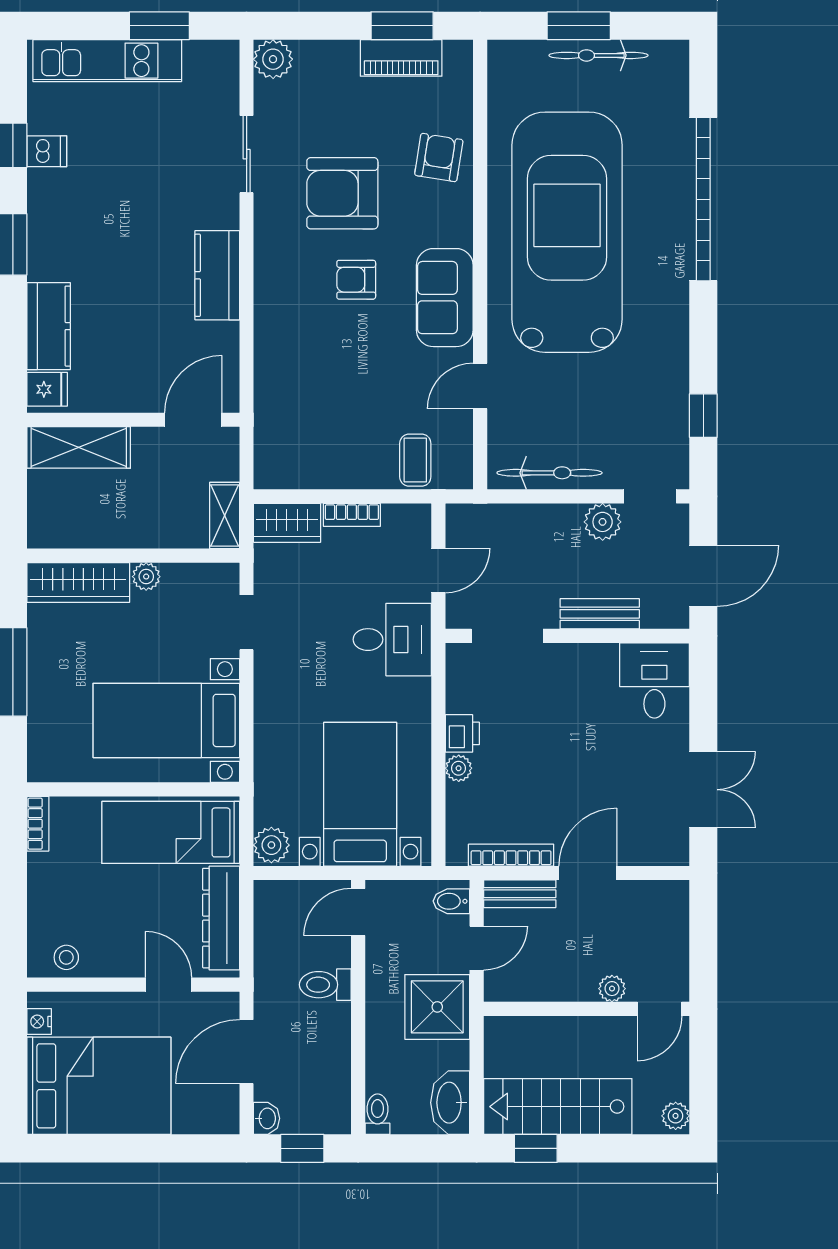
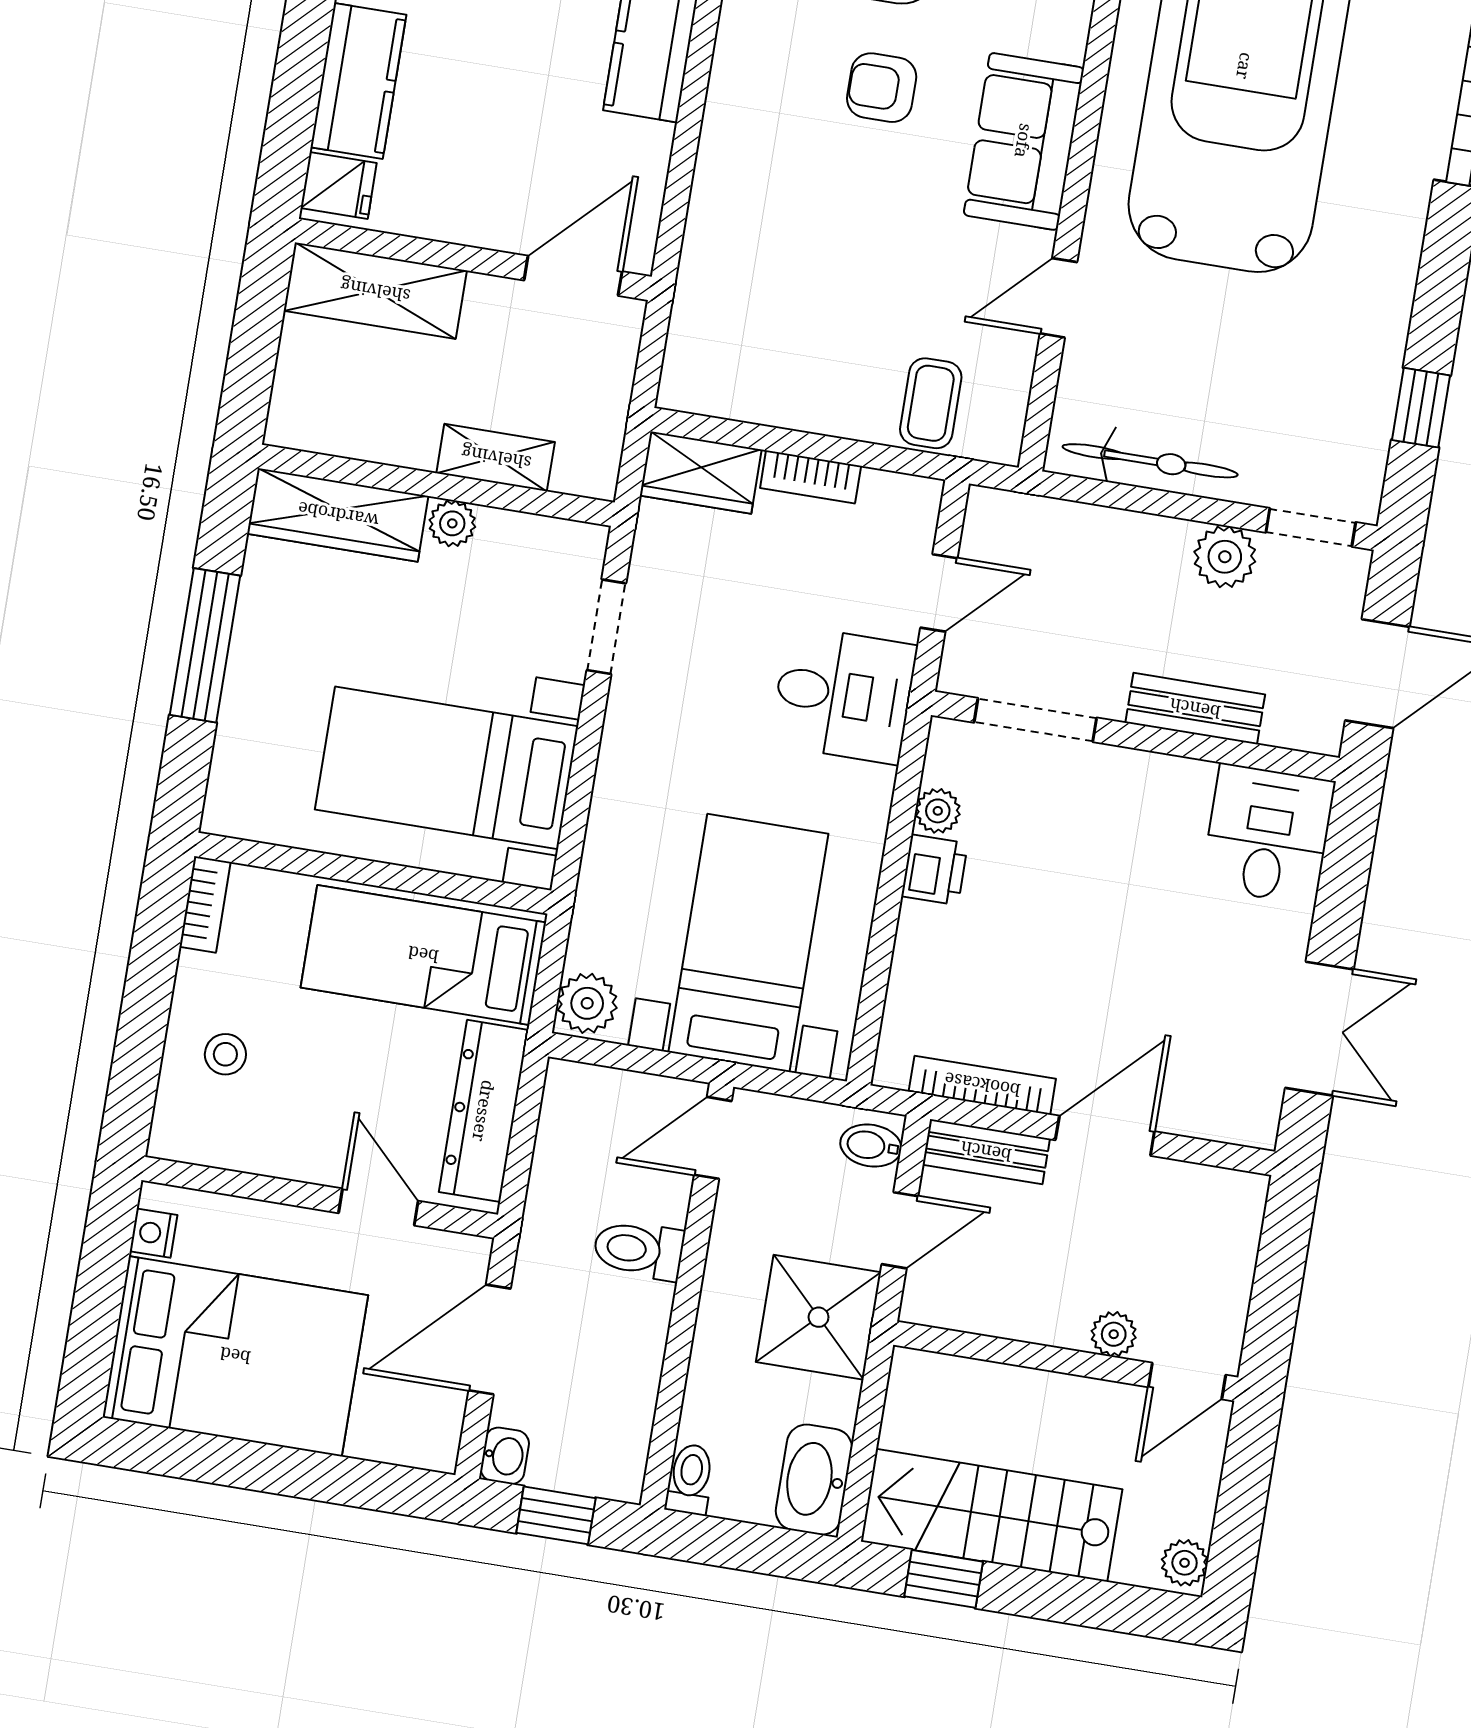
shelving: (225, 516) -> (496, 458), moved, turned 90
plant: (459, 768) -> (938, 811), moved
stool: (66, 957) -> (225, 1054), moved

